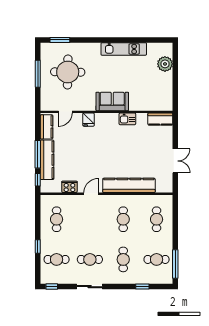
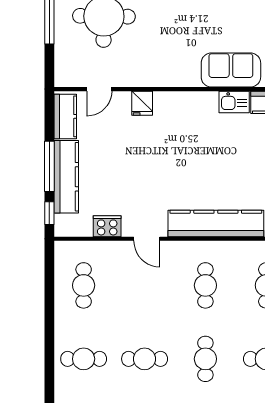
sofa: (112, 101) -> (231, 70), moved
kitchen sink: (127, 119) -> (234, 102), moved
door: (91, 194) -> (147, 239), swing flipped
window: (38, 247) -> (49, 335), removed

